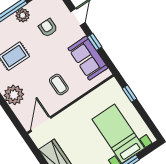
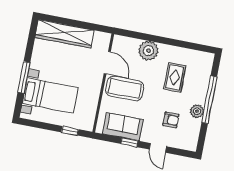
coffee table: (59, 85) -> (125, 89), width x1.86, depth x1.72
door: (41, 124) -> (107, 63), moved

